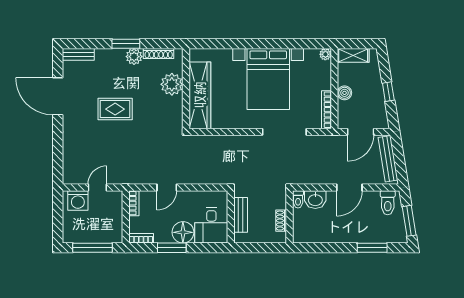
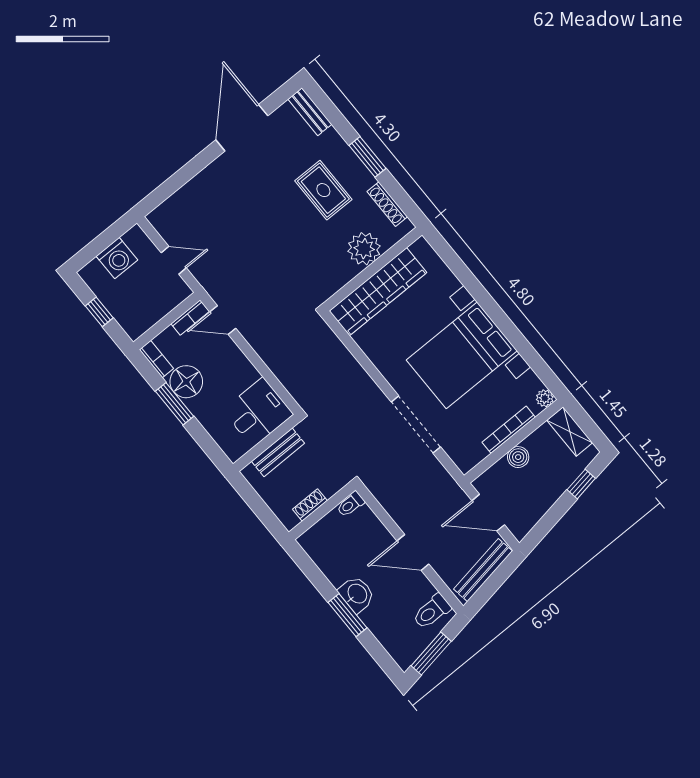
plant: (134, 57) -> (360, 179), removed
window: (388, 92) -> (581, 484), moved
rug: (115, 109) -> (323, 190), moved
bookcase: (326, 110) -> (509, 430), moved
door: (167, 187) -> (223, 320), moved
washing machine: (78, 200) -> (117, 258), moved, turned -90
washbasin: (315, 200) -> (357, 594), moved, turned 180
desk: (211, 225) -> (258, 412), moved, turned 180
floor lamp: (183, 232) -> (186, 382), moved
window: (93, 248) -> (99, 312), width x0.46
window: (372, 248) -> (347, 615), moved

